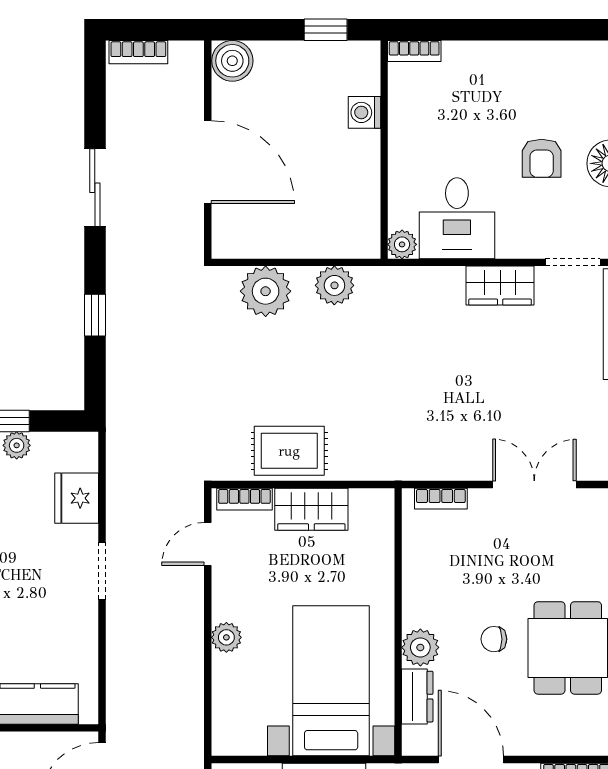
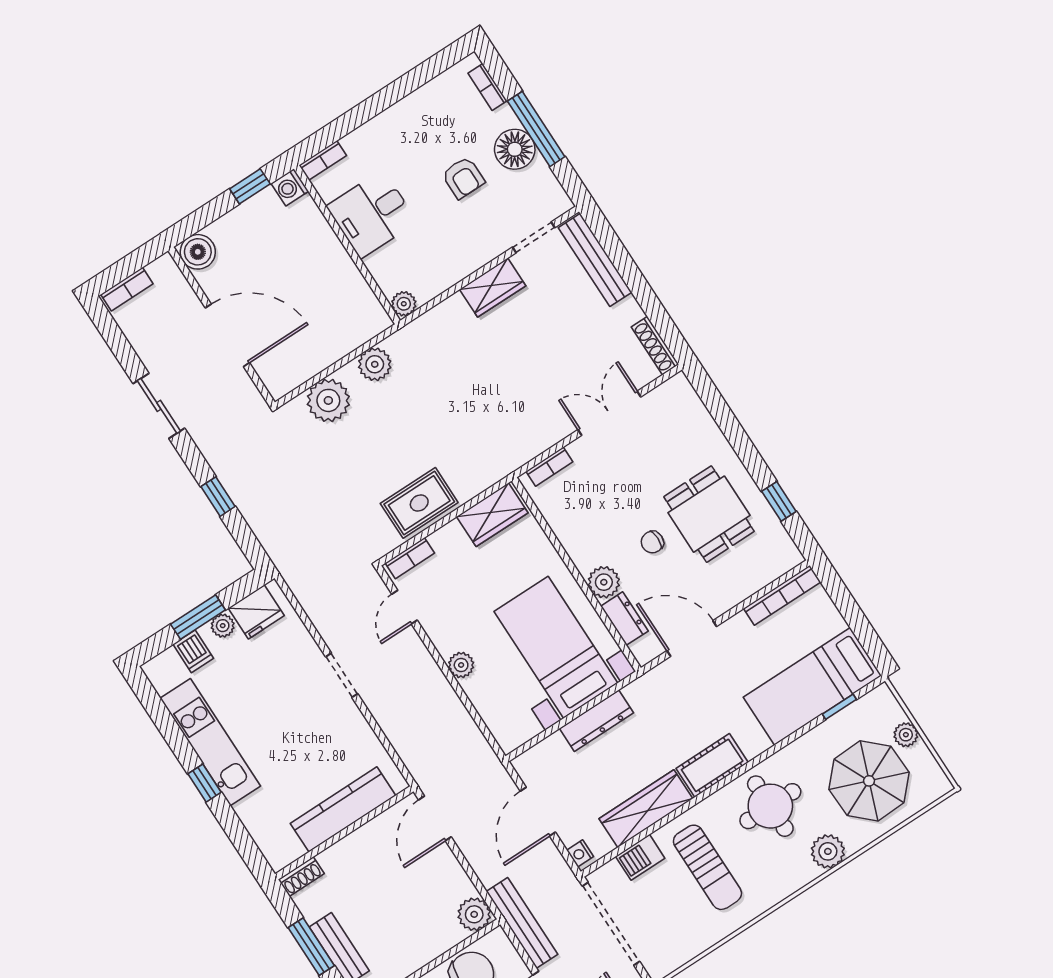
washing machine: (364, 112) -> (290, 187), moved
desk: (457, 218) -> (372, 214), moved, turned 90
fridge: (77, 498) -> (256, 612), moved, turned -90
wardrobe: (311, 509) -> (492, 515), moved

